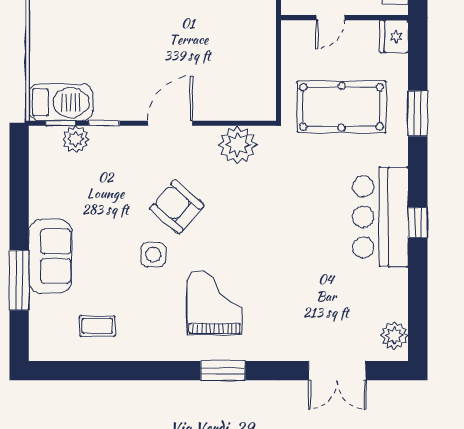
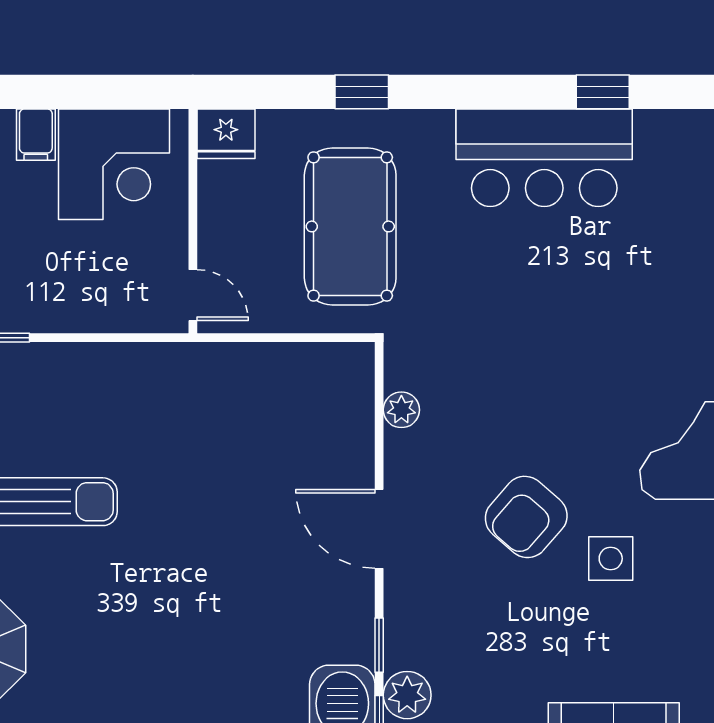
door: (330, 18) -> (193, 295), moved
window: (418, 113) -> (362, 92), width x0.67
plant: (238, 145) -> (401, 410), width x0.53, depth x0.53
window: (418, 223) -> (603, 92), moved

